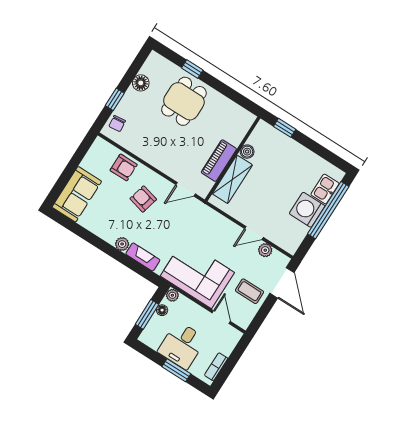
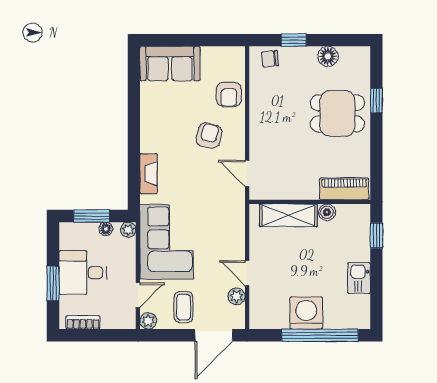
piano: (219, 161) -> (344, 189), moved
kitchen sink: (325, 189) -> (359, 278), moved, turned -90
plant: (122, 244) -> (148, 321), moved

